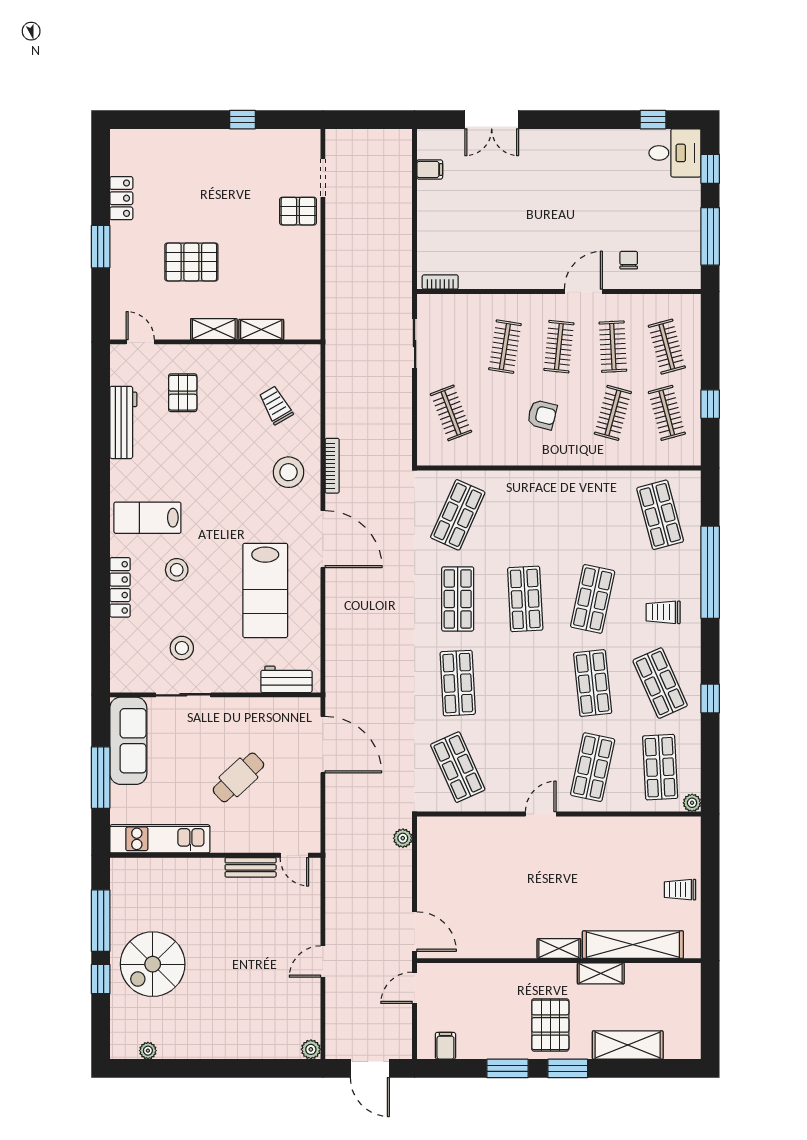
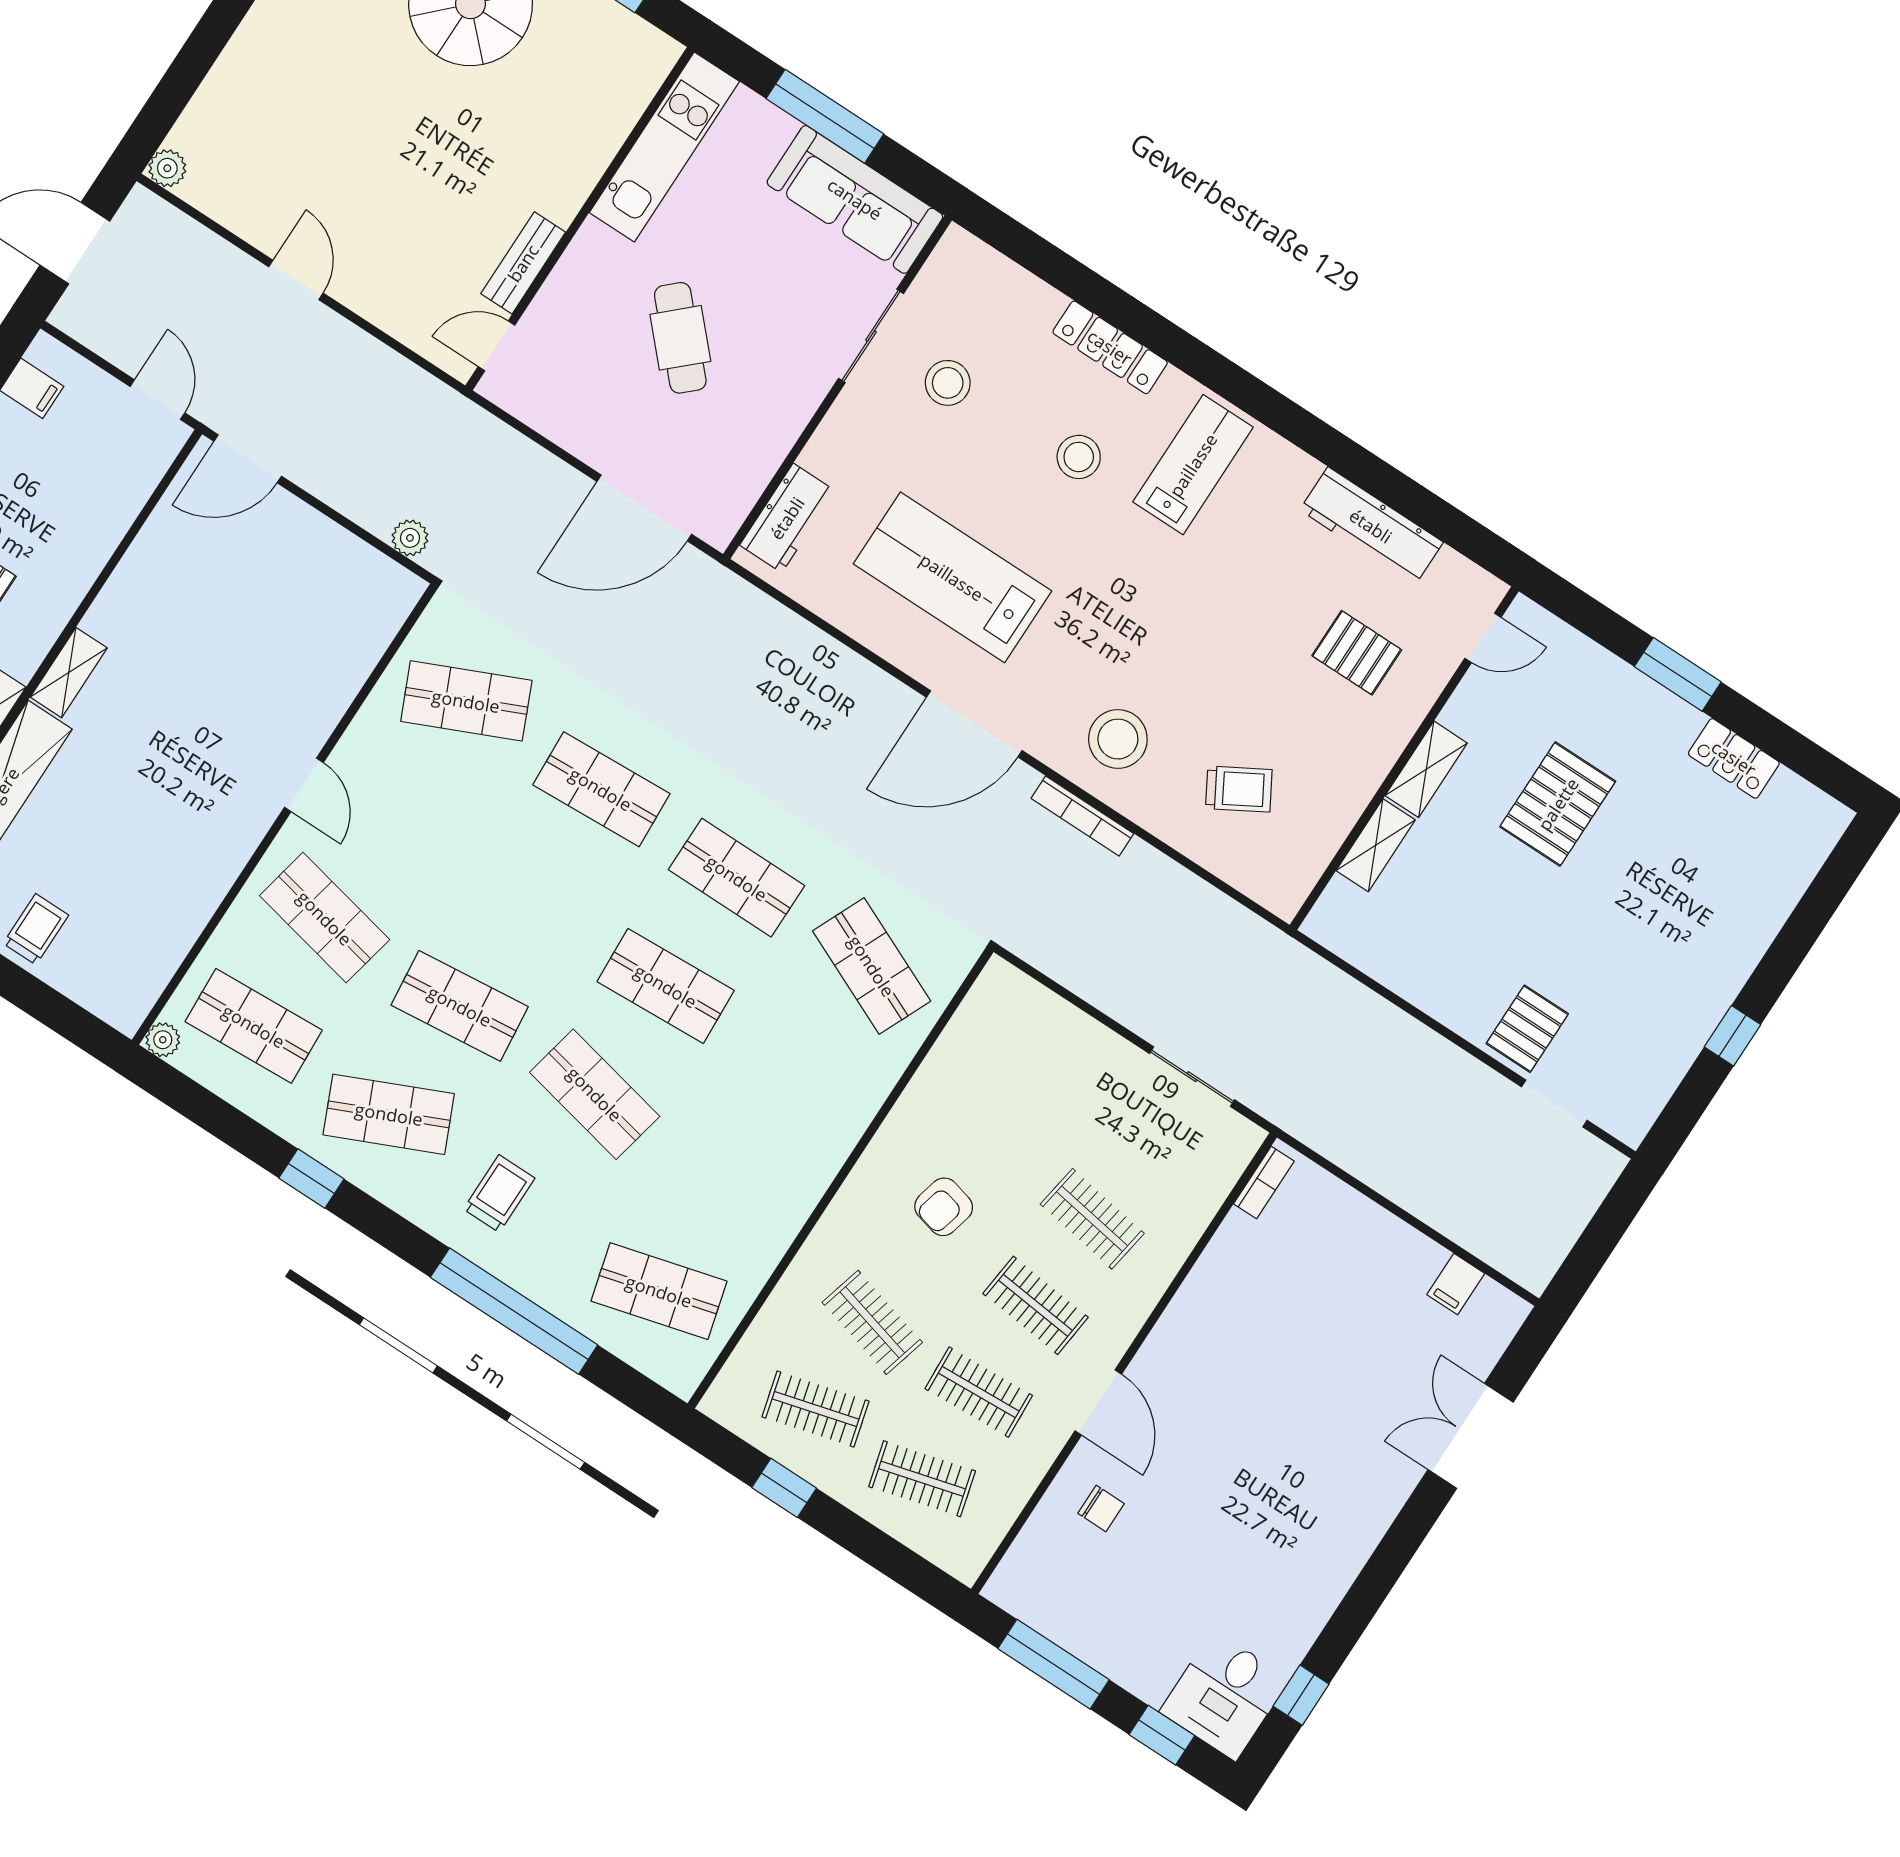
clothes rail: (451, 413) -> (1042, 1062), removed

